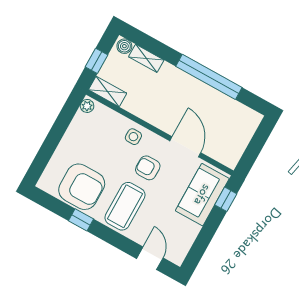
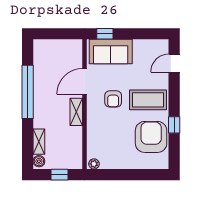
shelving: (108, 92) -> (76, 112), moved
side table: (133, 137) -> (97, 121), removed

